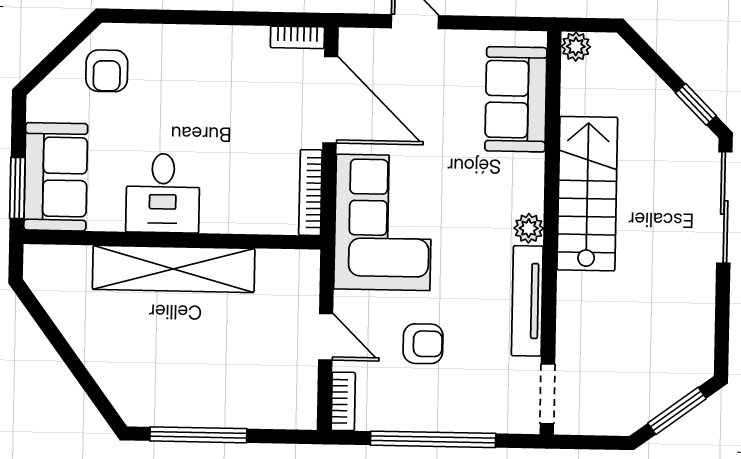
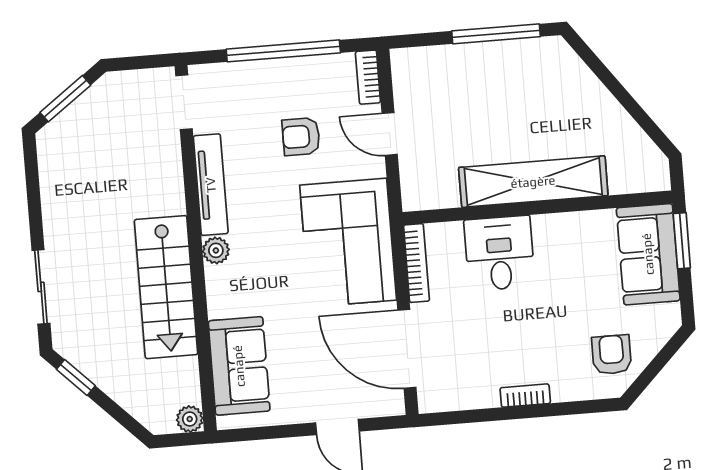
bookcase: (297, 37) -> (525, 396), moved
desk: (163, 193) -> (499, 253), moved
sliding door: (724, 207) -> (41, 287), width x0.73

